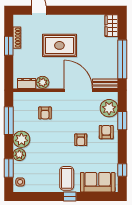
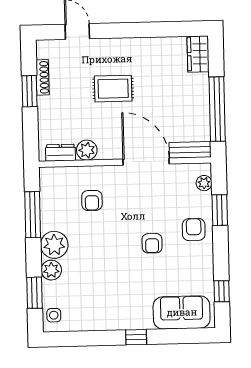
rug: (59, 45) -> (113, 89), width x0.73, depth x0.70
plant: (109, 108) -> (204, 183), width x0.53, depth x0.53
coffee table: (67, 178) -> (130, 307), removed

